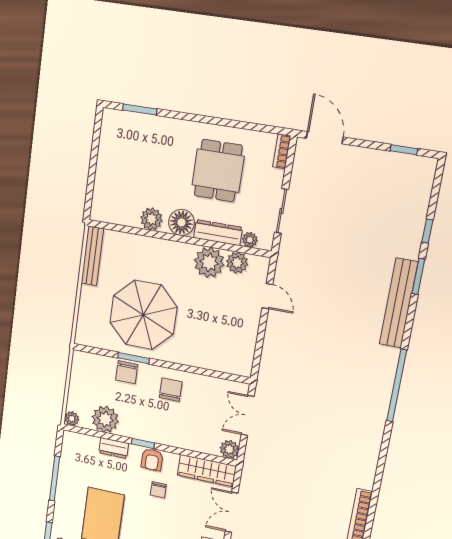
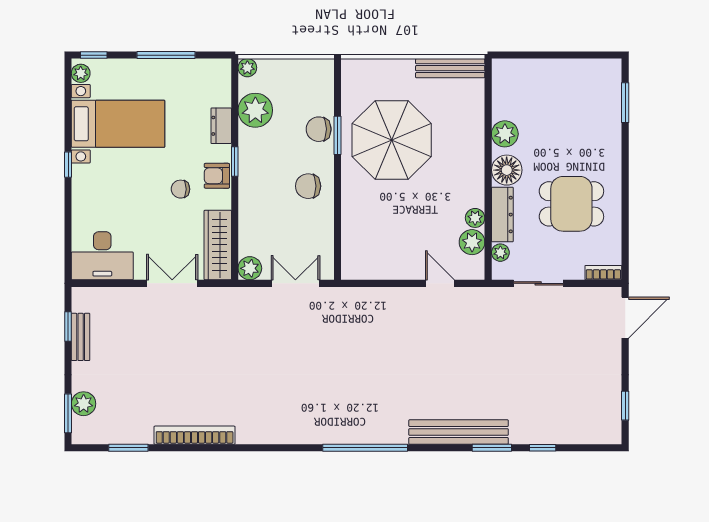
plant: (209, 262) -> (475, 218), width x0.53, depth x0.53
door: (267, 296) -> (440, 283), swing flipped
chair: (171, 390) -> (308, 186), turned 180

